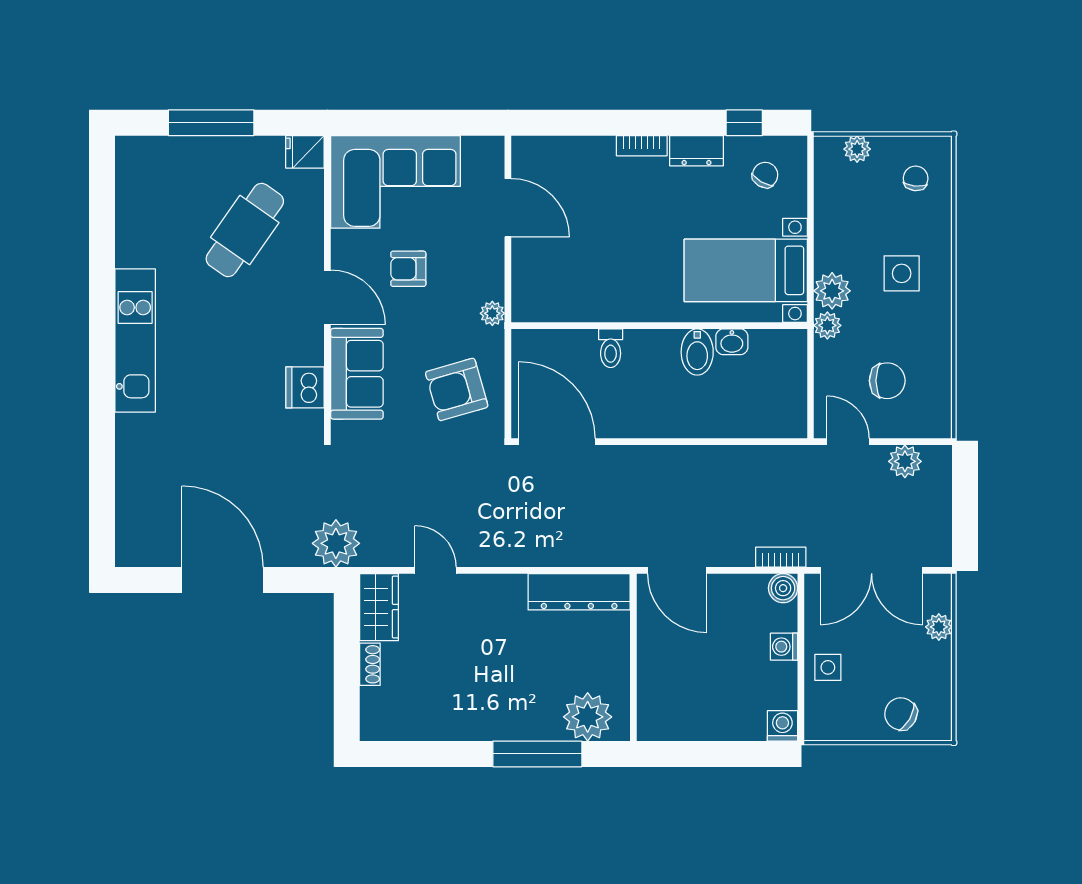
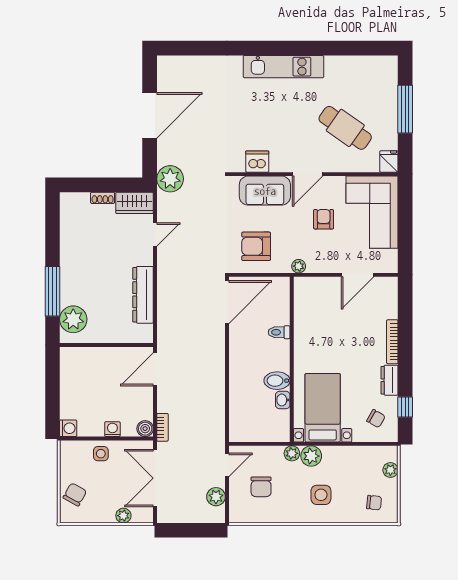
bookcase: (642, 146) -> (392, 342), width x1.56
armchair: (457, 389) -> (256, 246), turned -74
dresser: (579, 592) -> (143, 295), moved

